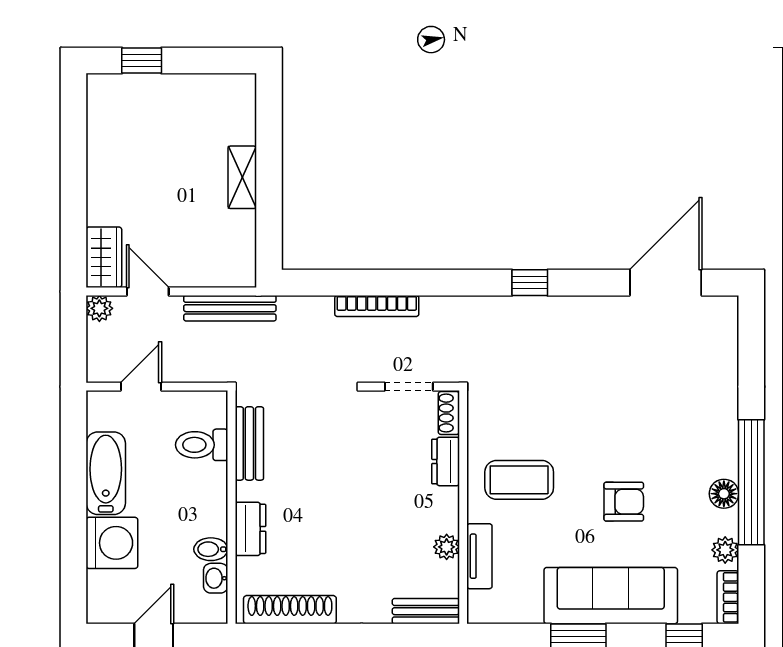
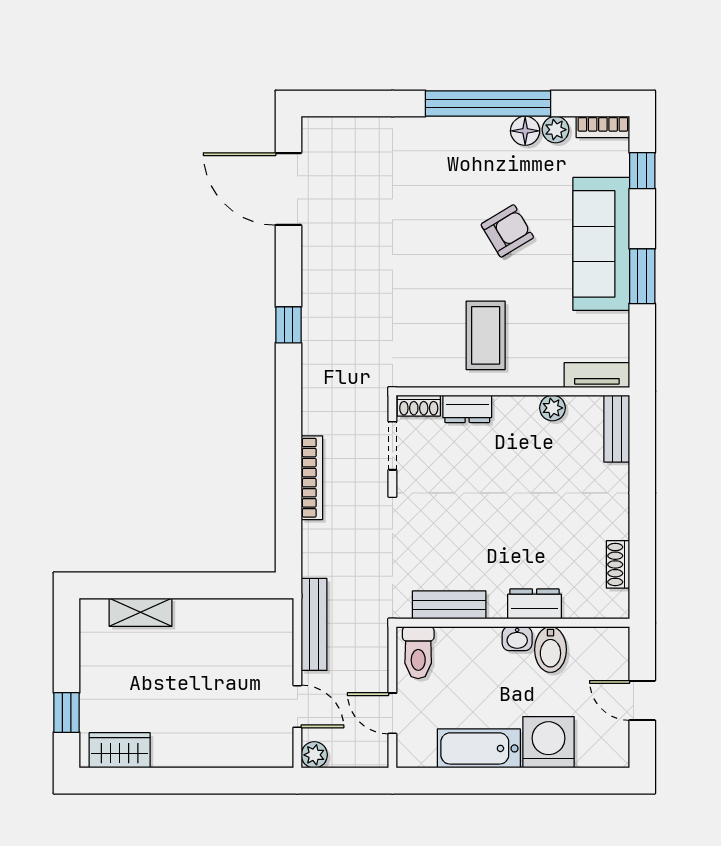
shelving: (242, 177) -> (141, 612), moved
wardrobe: (104, 257) -> (120, 750), moved
door: (148, 291) -> (297, 706), swing flipped
toilet: (202, 445) -> (418, 653), moved
floor lamp: (724, 494) -> (525, 131), moved
armchair: (624, 502) -> (507, 231), turned 59
bidet: (211, 549) -> (550, 650), width x1.38, depth x1.36
tv unit: (479, 556) -> (597, 375), moved
washbasin: (216, 578) -> (517, 639), moved
shoe rack: (290, 610) -> (618, 564), width x0.51, depth x0.81

